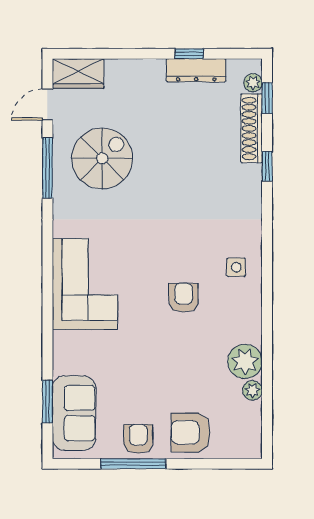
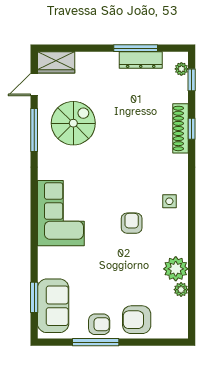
window: (189, 54) -> (136, 48), width x2.17
shoe rack: (252, 128) -> (180, 128), moved
armchair: (138, 439) -> (99, 324), turned 90

